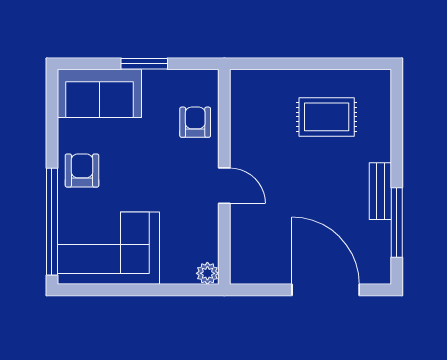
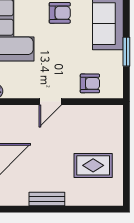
rug: (327, 117) -> (93, 165), turned 90
window: (397, 222) -> (27, 209), removed

